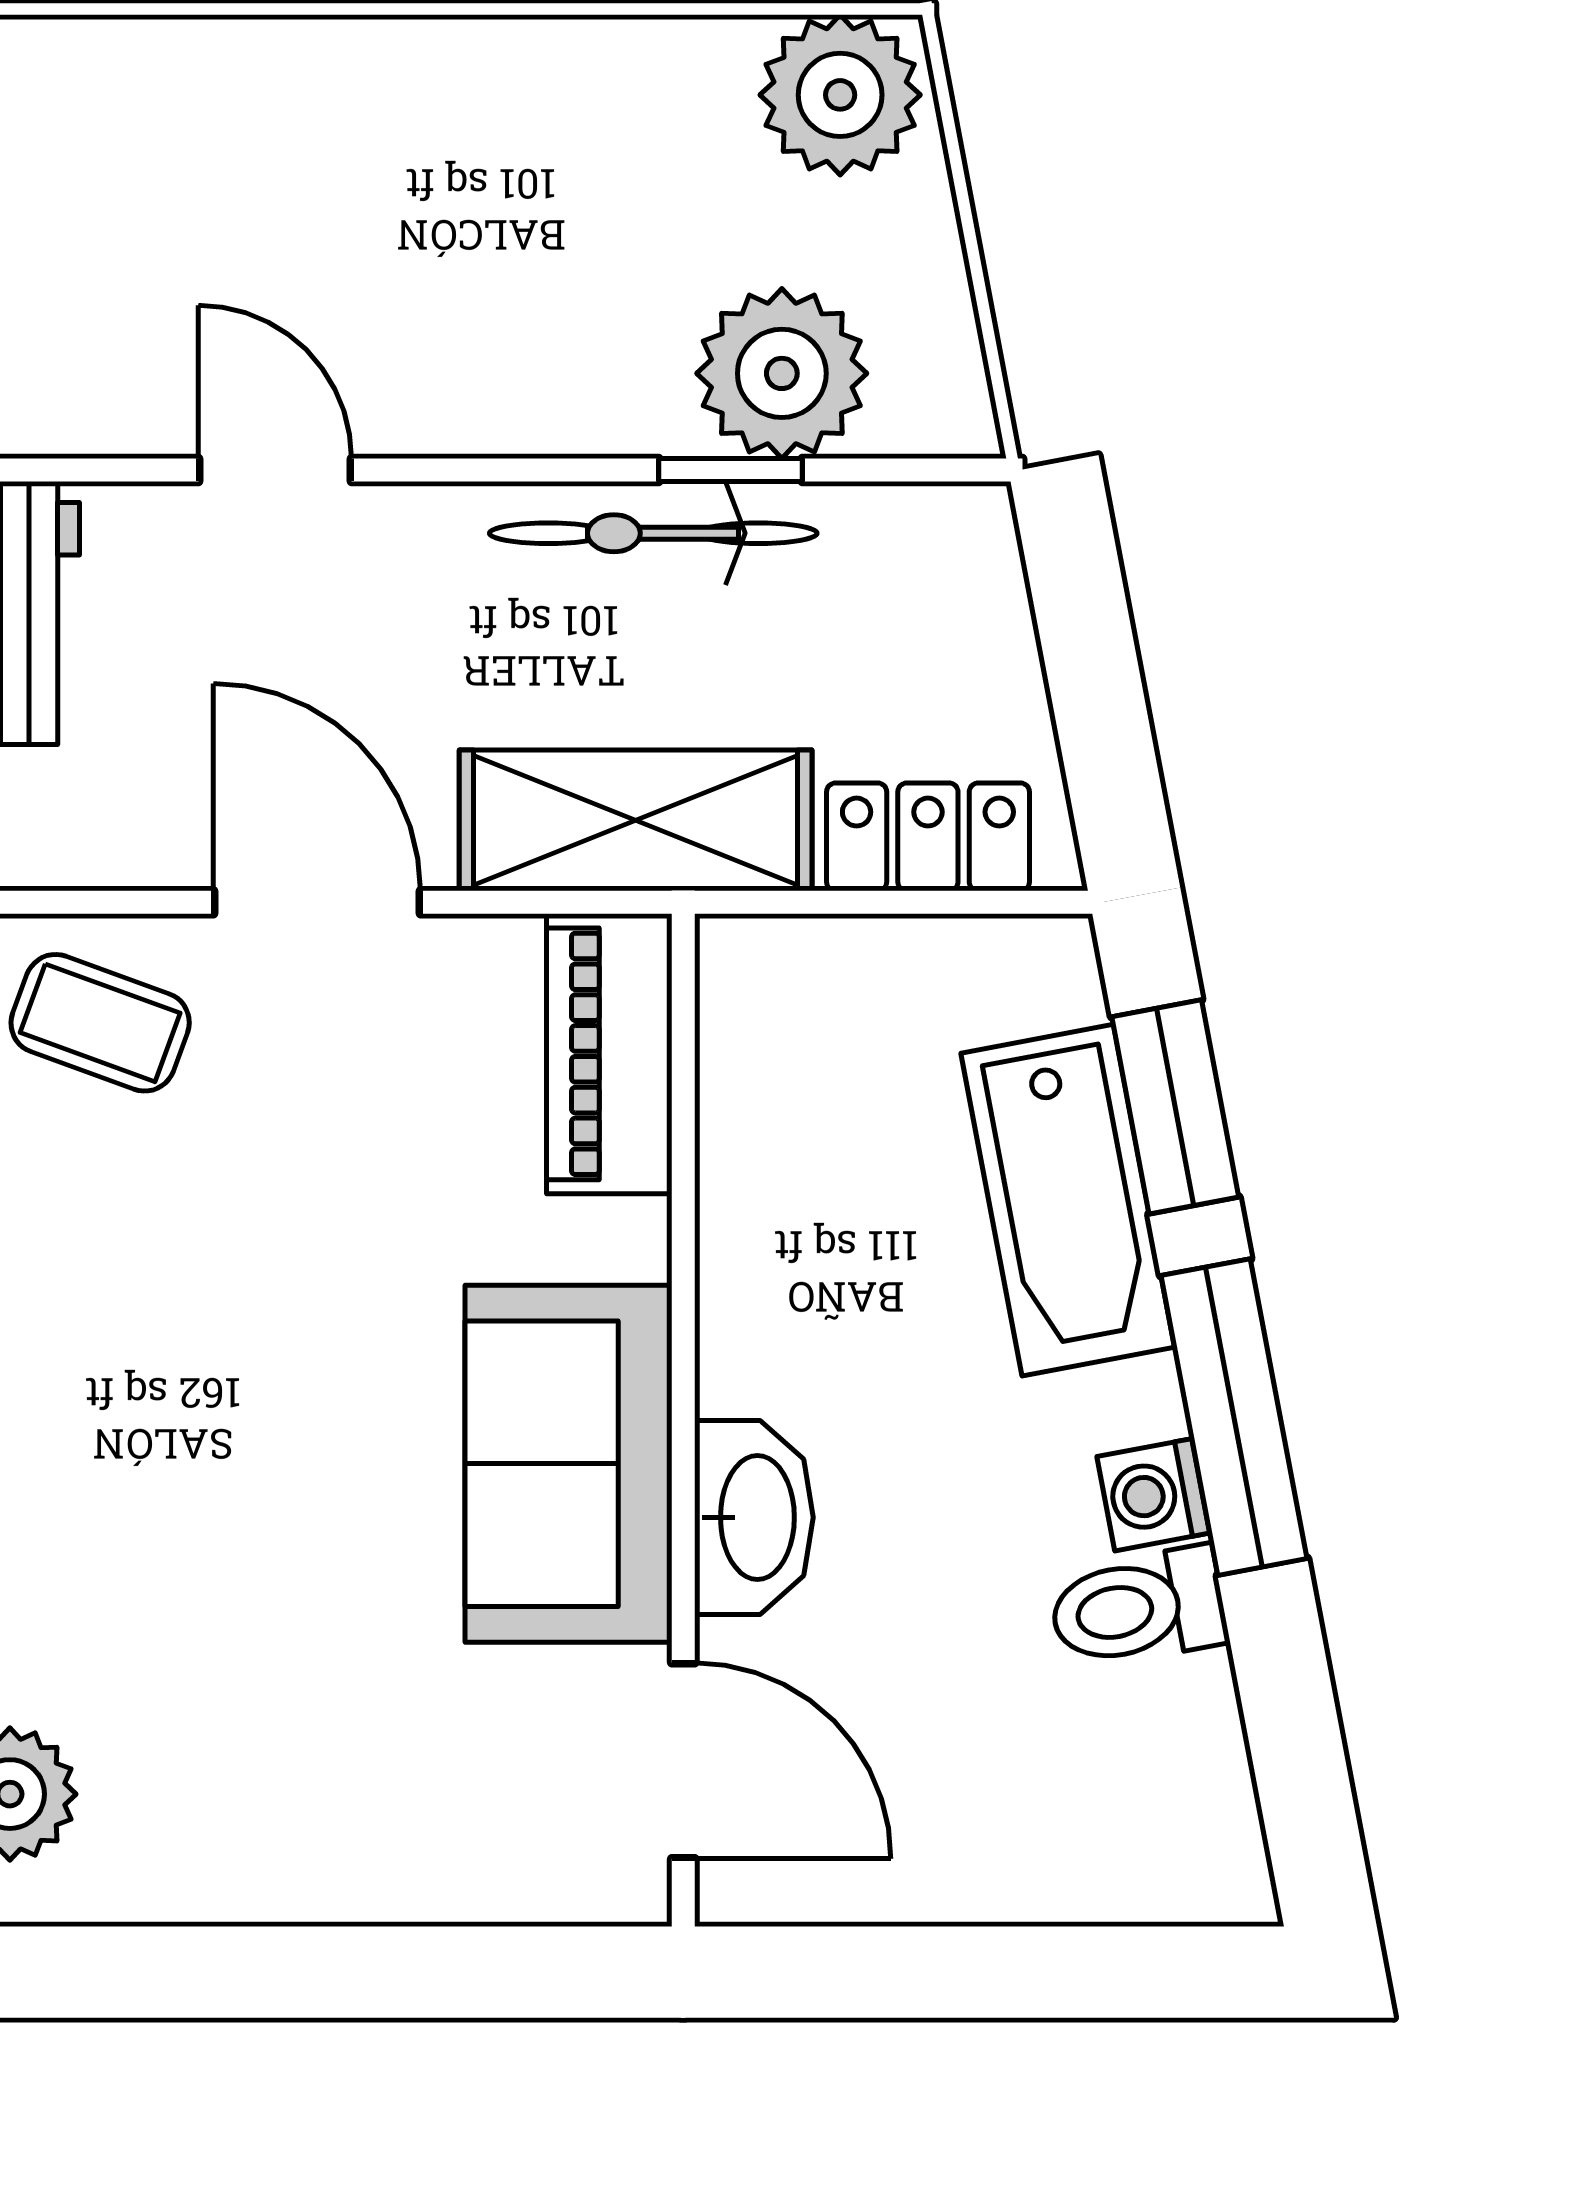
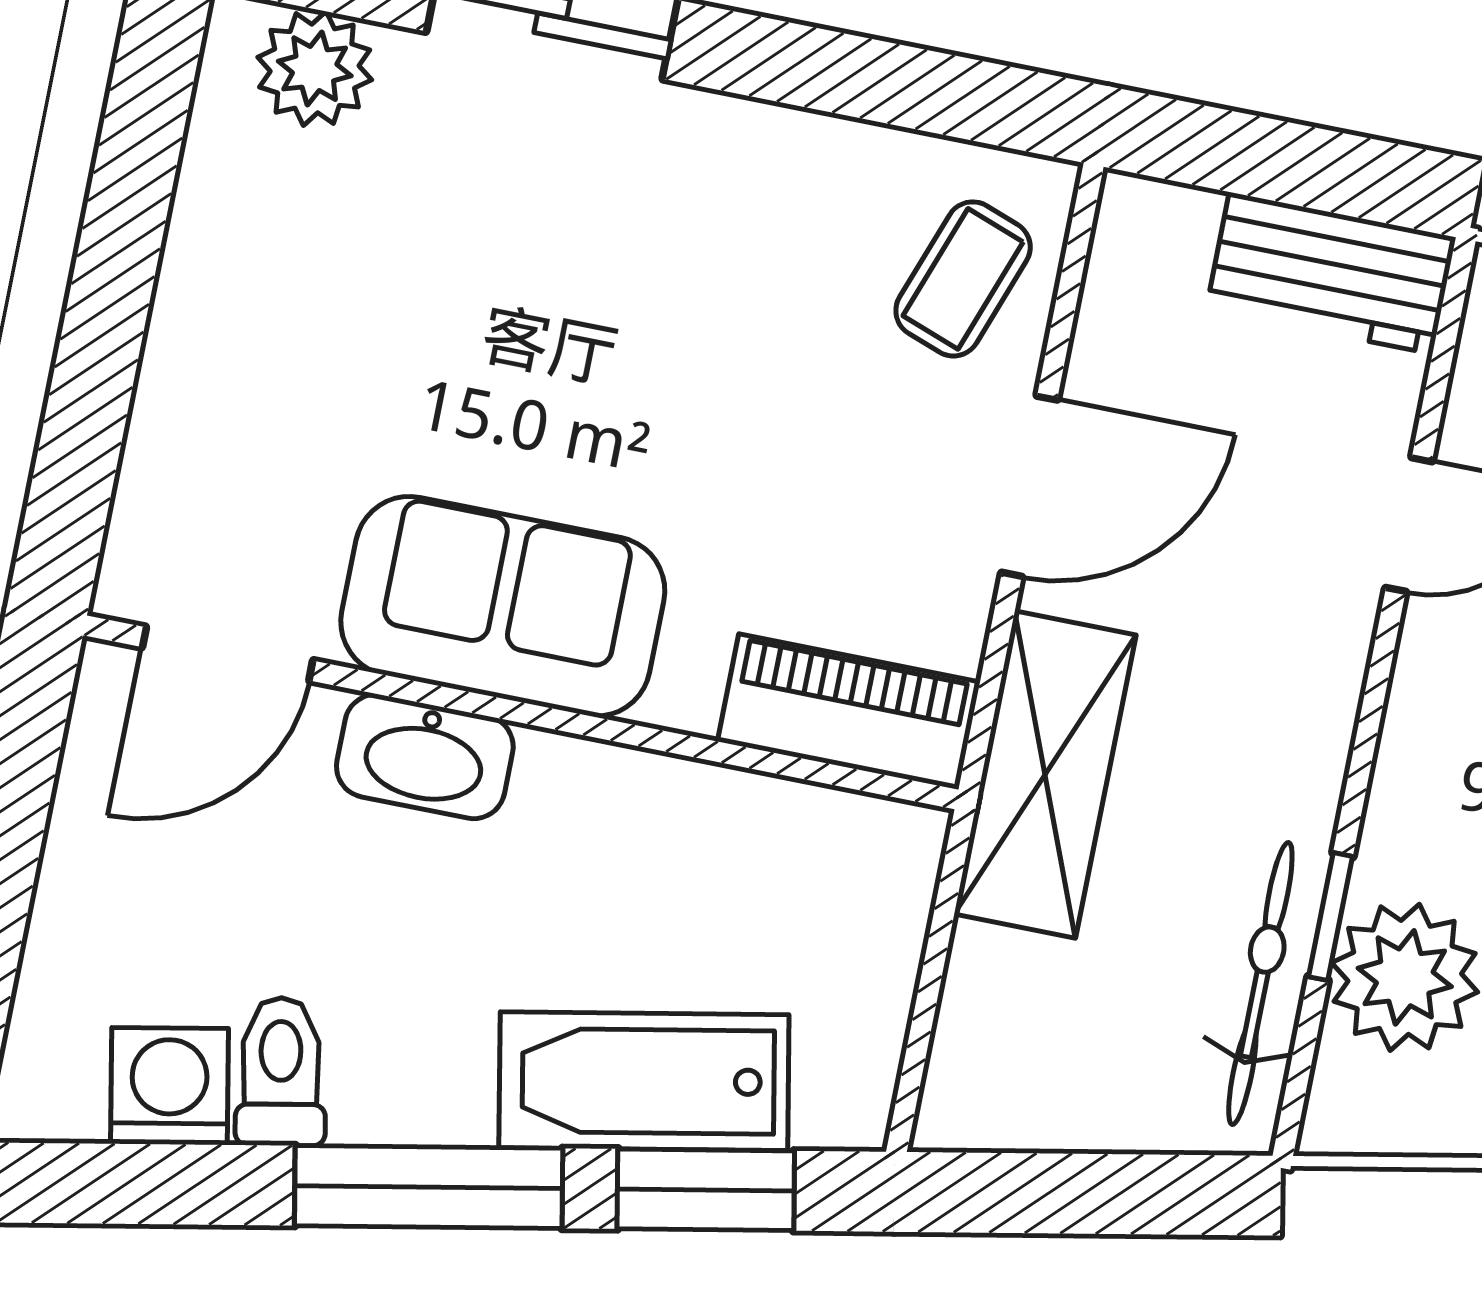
bicycle: (653, 533) -> (1260, 983), moved
locker: (928, 837) -> (981, 1023), removed
washing machine: (1153, 1495) -> (169, 1086), moved, width x1.38, depth x1.38

